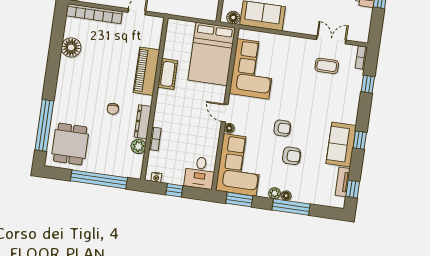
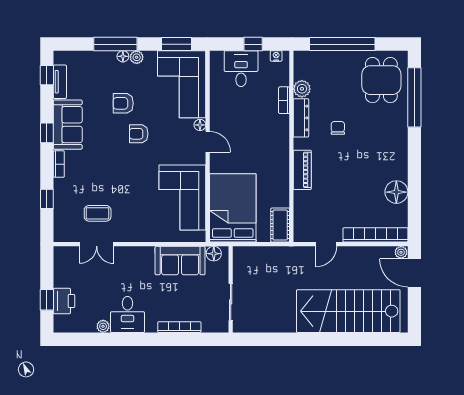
bookcase: (361, 58) -> (59, 164), moved
piano: (147, 71) -> (302, 170), width x0.73, depth x0.75
cot: (168, 74) -> (280, 225), moved
desk: (200, 173) -> (241, 69), moved

